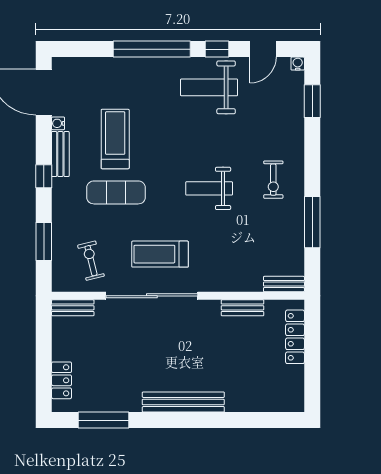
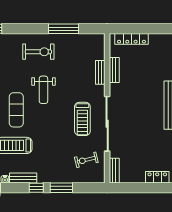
exercise bike: (273, 180) -> (38, 52), width x1.38, depth x1.39
exercise mat: (116, 192) -> (16, 110), moved
window: (44, 242) -> (61, 188), moved
bench: (284, 284) -> (100, 72), moved

